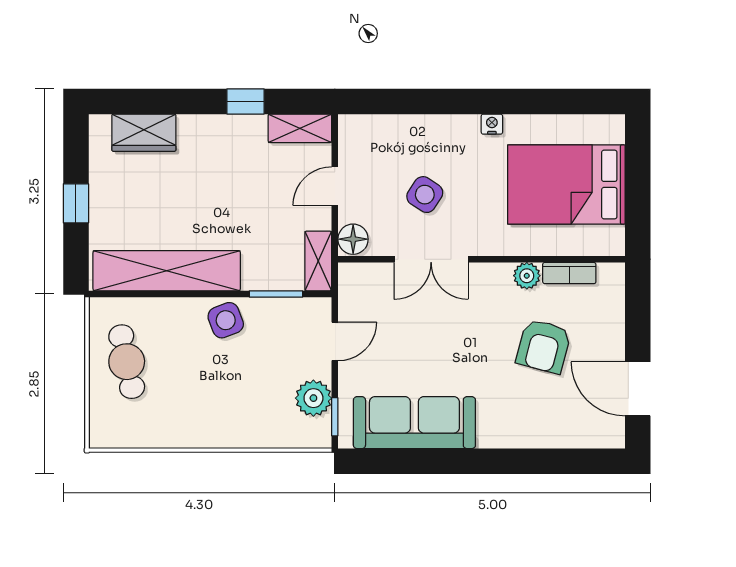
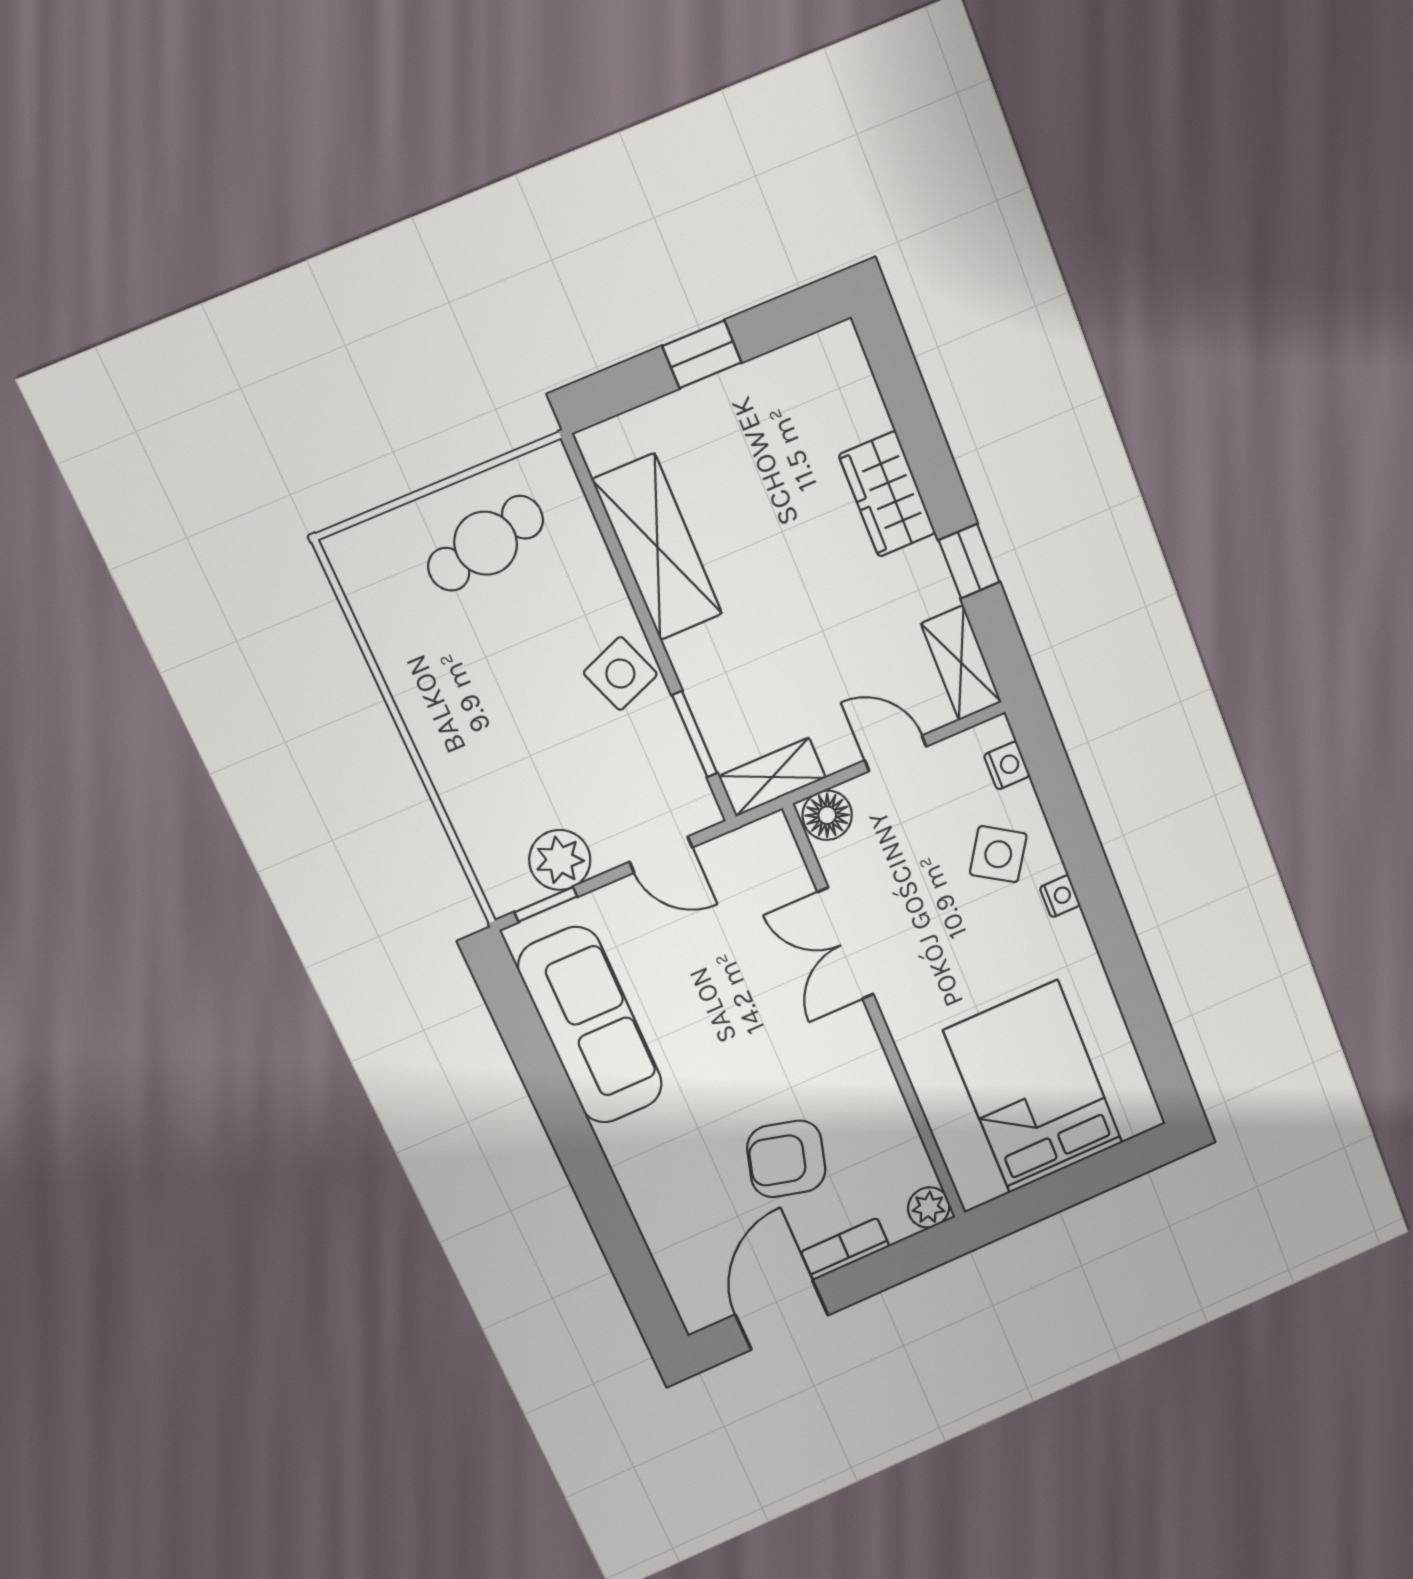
nightstand: (492, 124) -> (1060, 896), moved
nightstand: (369, 125) -> (1007, 765), added
wardrobe: (144, 133) -> (887, 494), moved
side table: (425, 195) -> (998, 854), moved
shelving: (167, 271) -> (657, 547), width x0.68
bookcase: (569, 273) -> (845, 1249), moved, turned 90
plant: (527, 276) -> (929, 1207), moved

